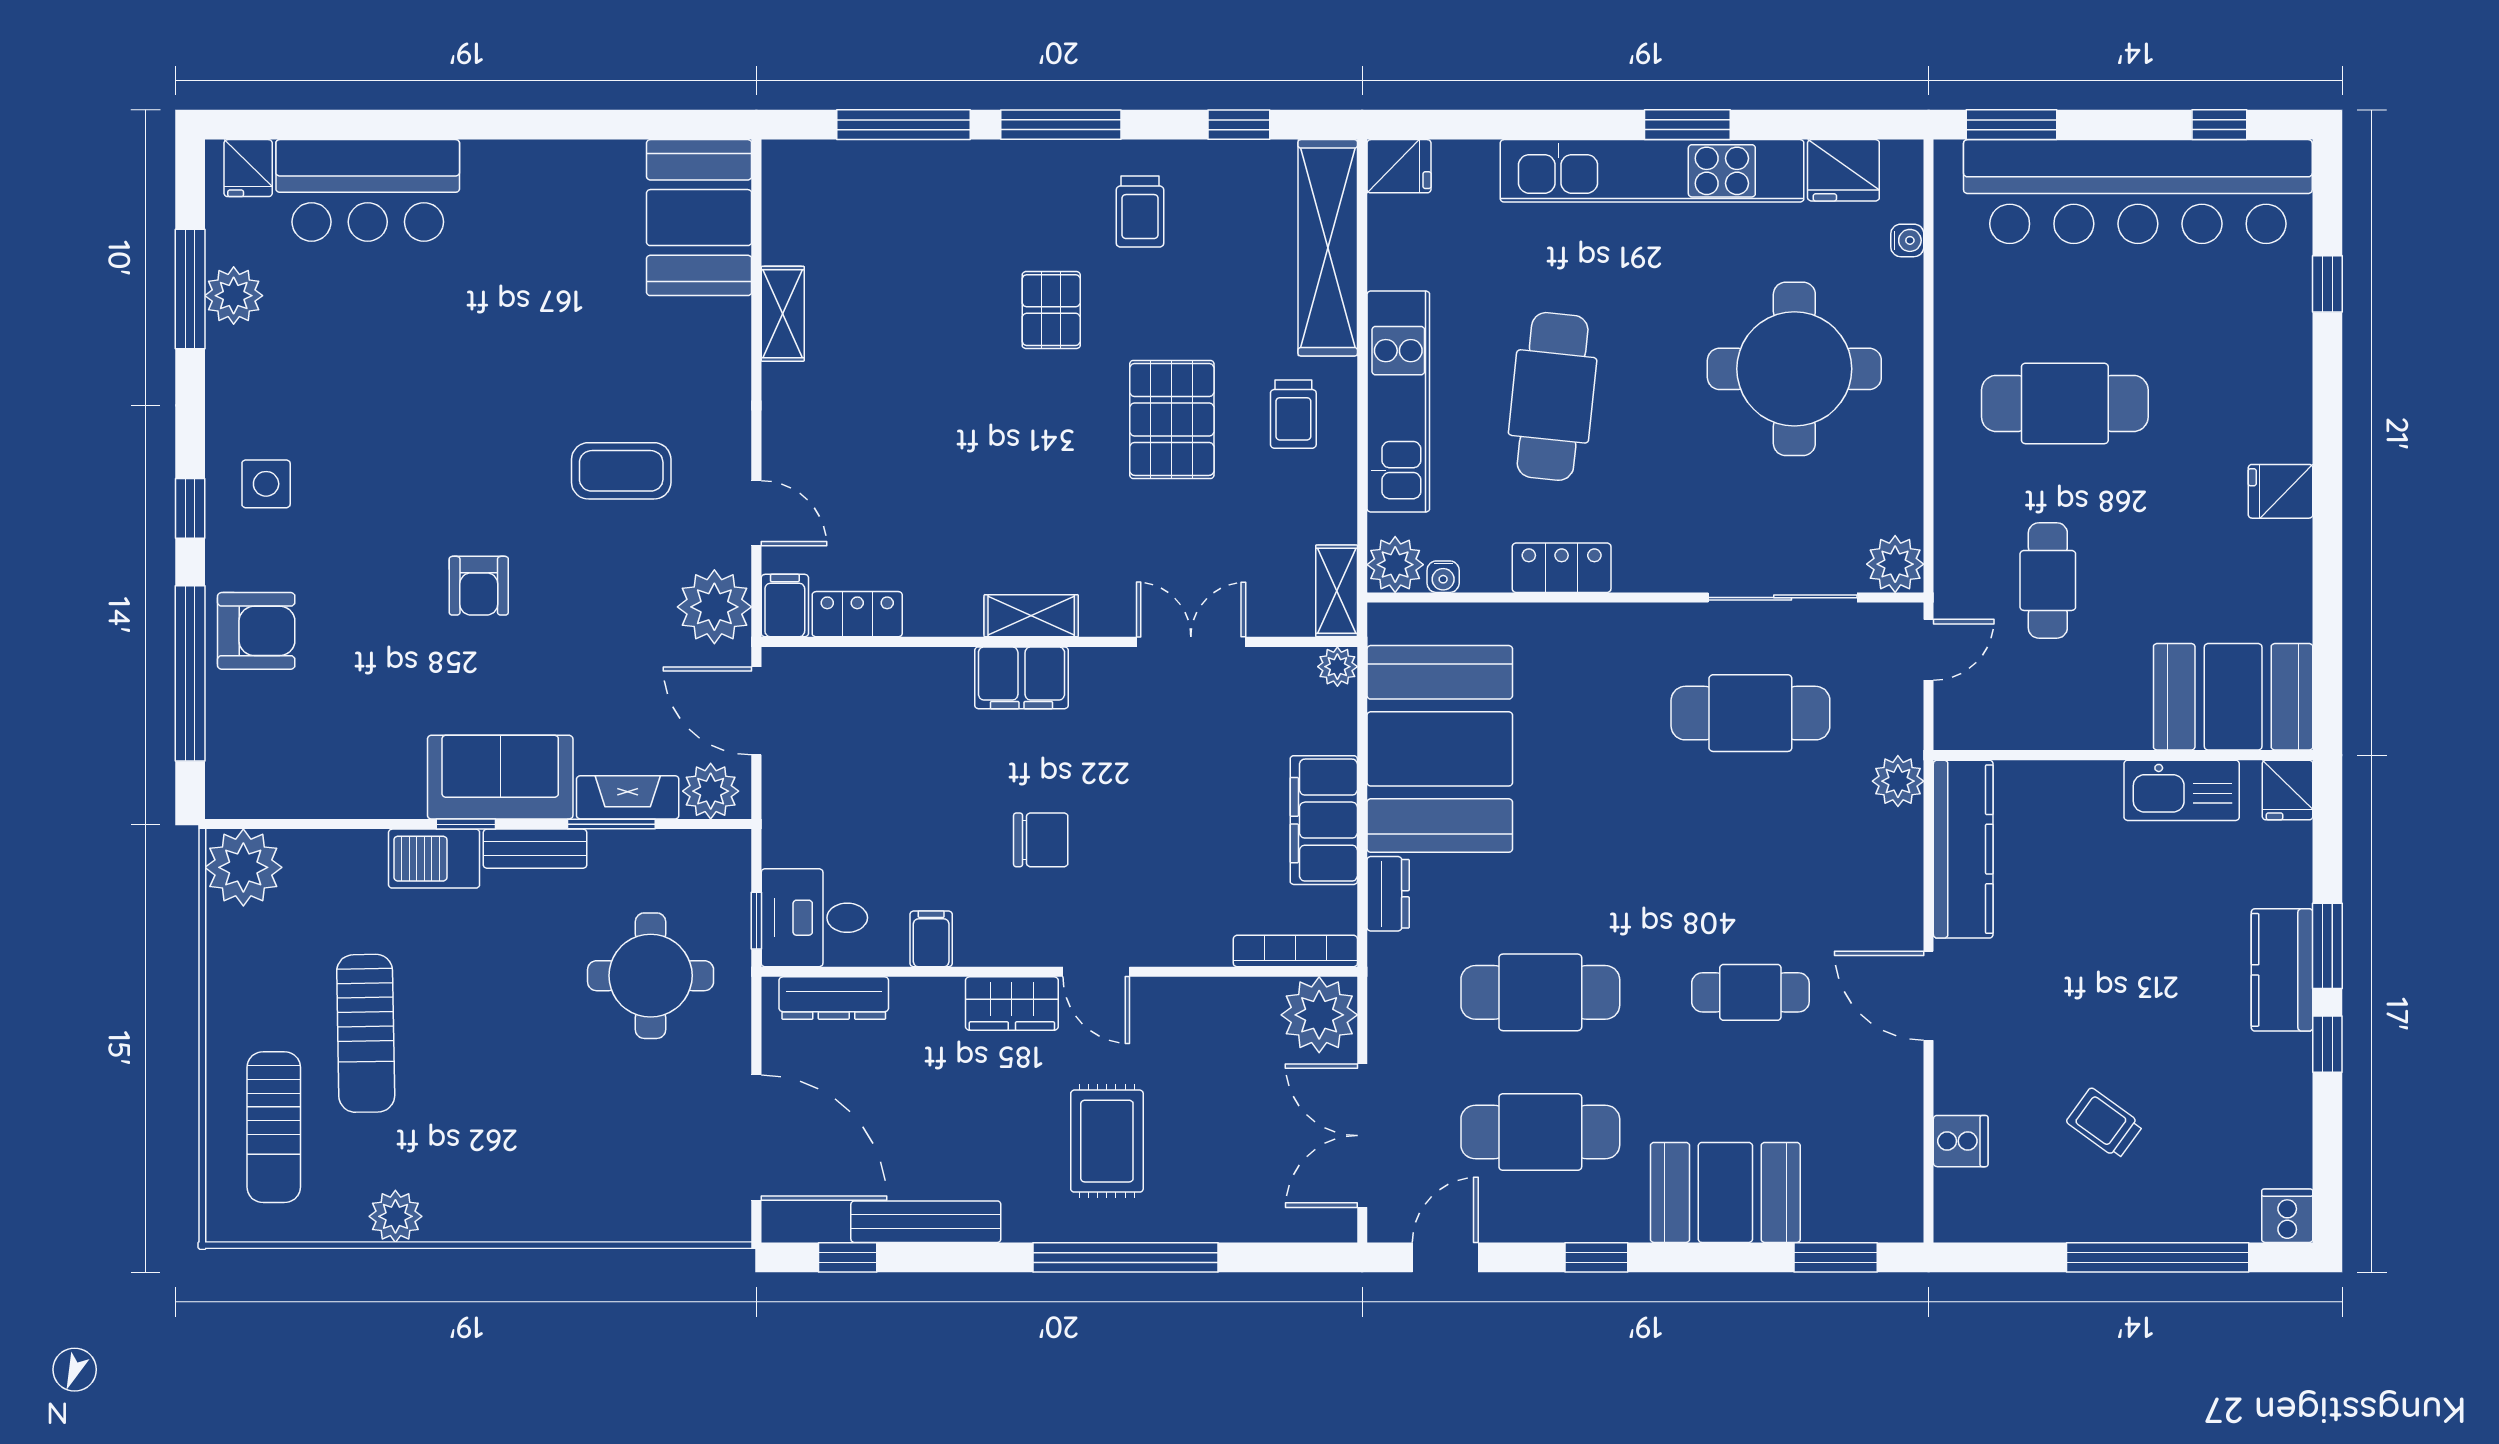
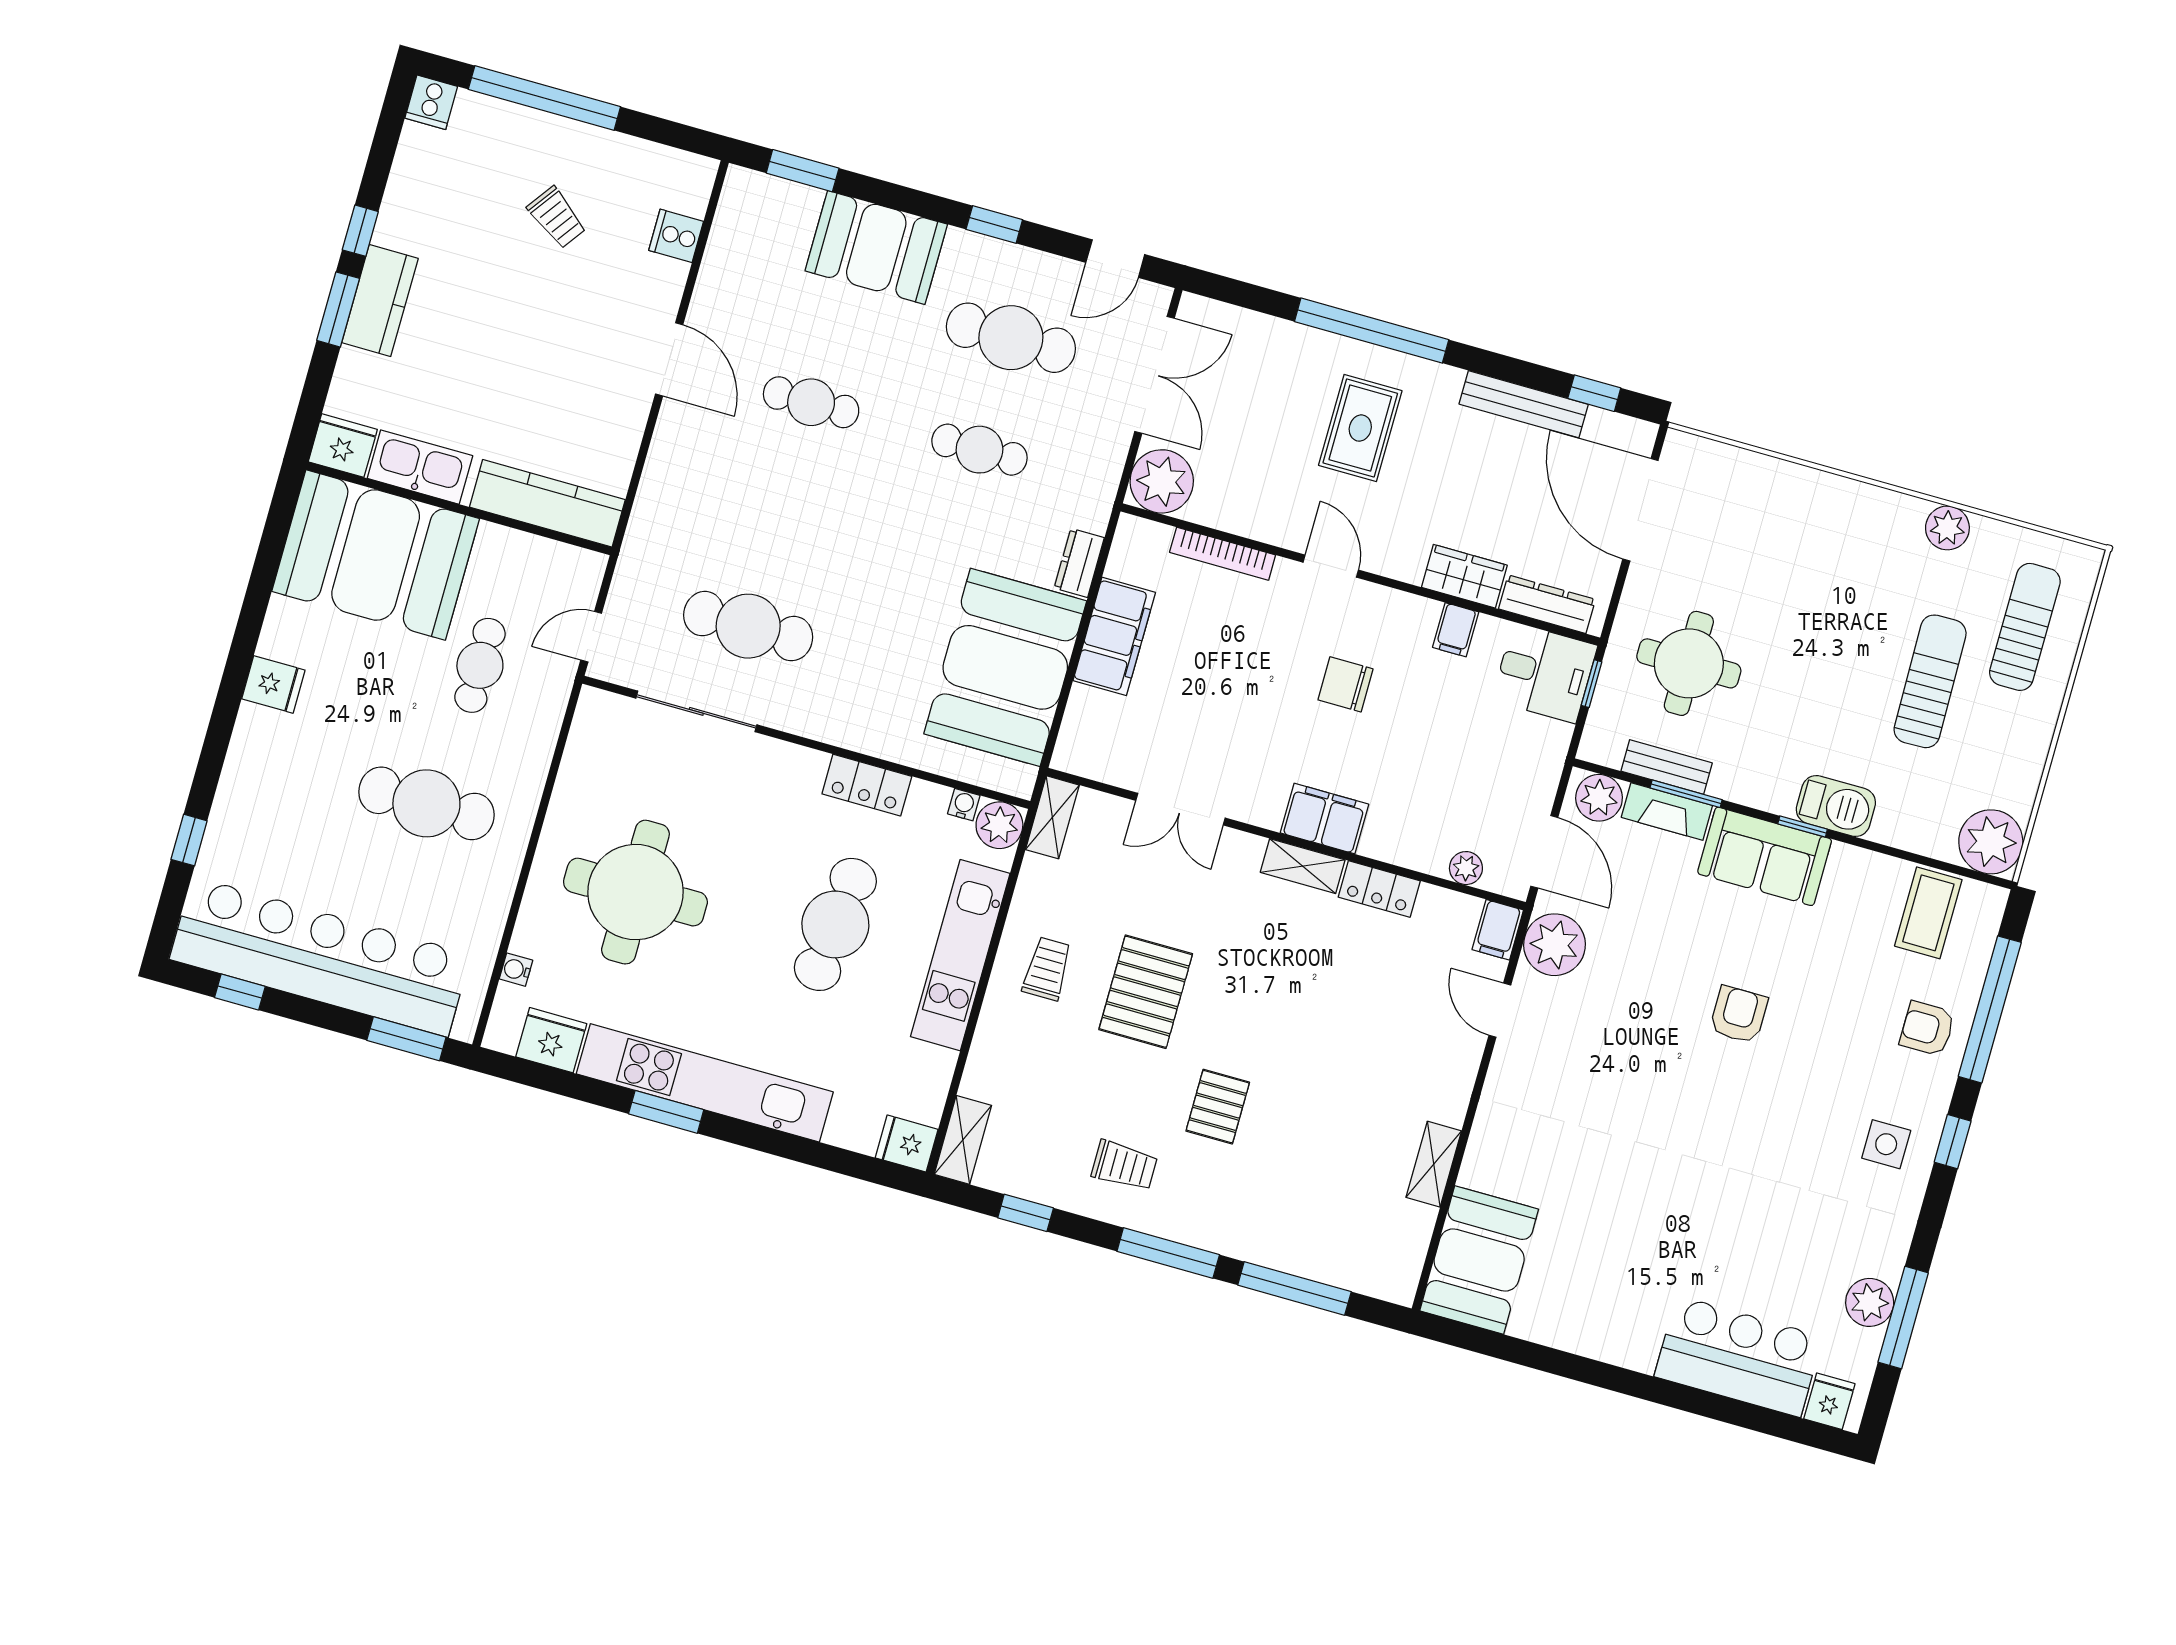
trolley: (1140, 212) -> (1124, 1166), turned 90
shelving: (1328, 248) -> (963, 1140), width x0.45, depth x0.75
coffee table: (621, 471) -> (1928, 913), moved, turned 90
plant: (1895, 564) -> (599, 713), removed
locker: (857, 614) -> (1379, 889), moved
armchair: (256, 631) -> (1927, 1029), width x0.72, depth x0.72
plant: (1337, 667) -> (1466, 868), moved
booth: (2233, 697) -> (376, 555), width x1.36, depth x1.42
plant: (1898, 781) -> (645, 538), removed
fridge: (2288, 790) -> (343, 446), width x1.38
bench: (535, 849) -> (1667, 767), moved
kitchen counter: (1963, 849) -> (547, 503), moved, turned 90
bookcase: (1295, 951) -> (1223, 554), moved
cafe table: (1540, 992) -> (979, 450), width x0.73, depth x0.74
wardrobe: (1012, 1004) -> (1464, 576), moved

